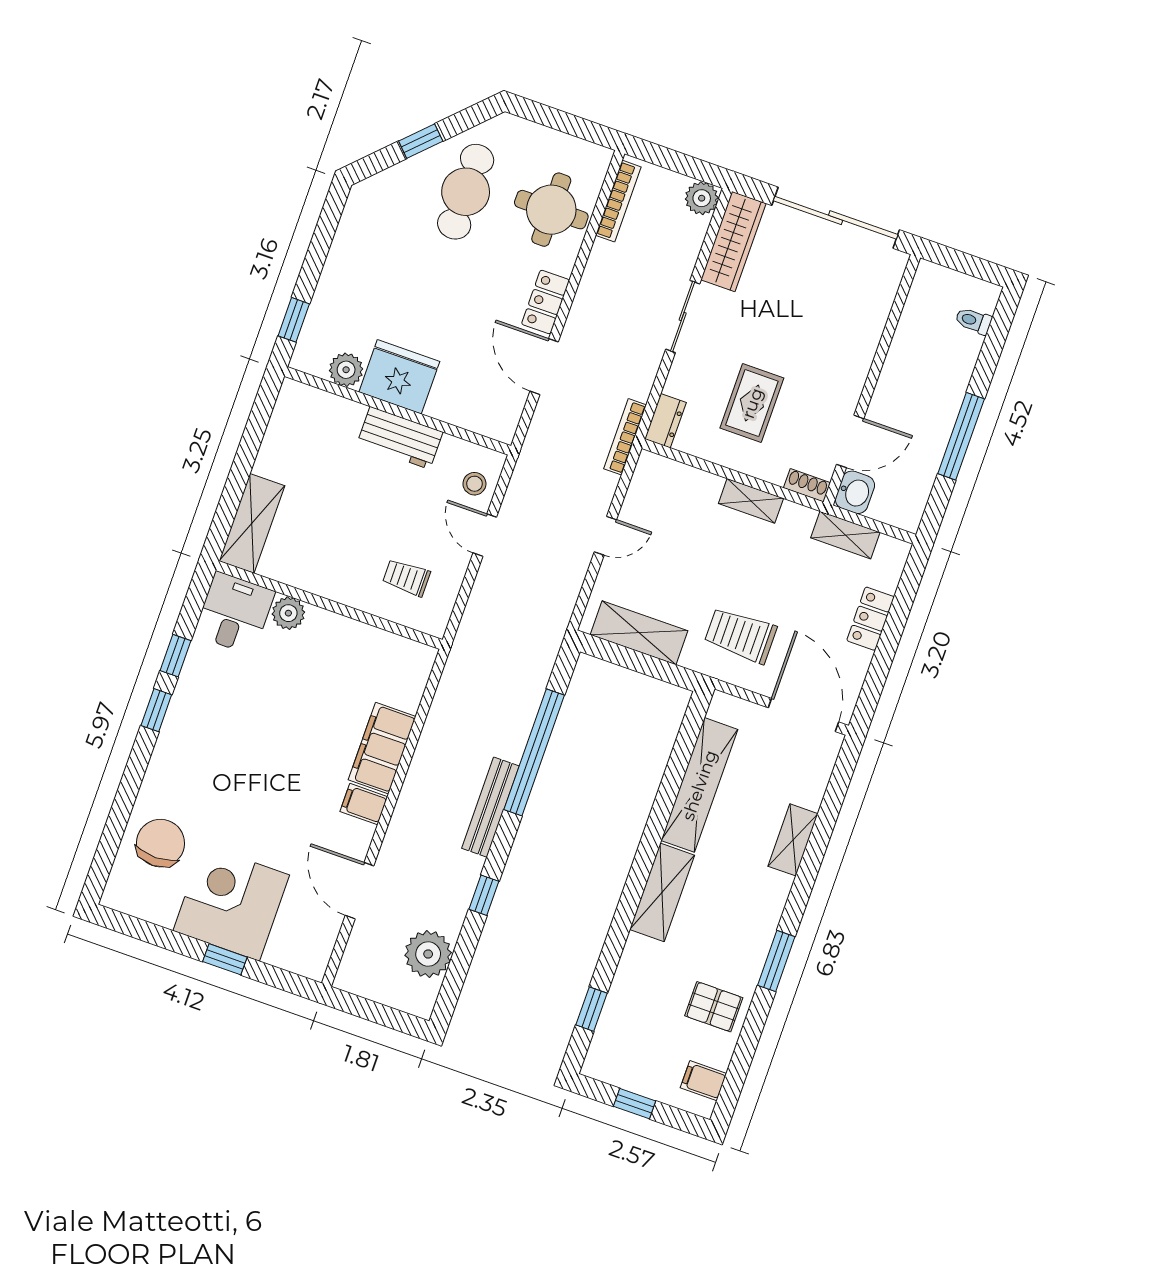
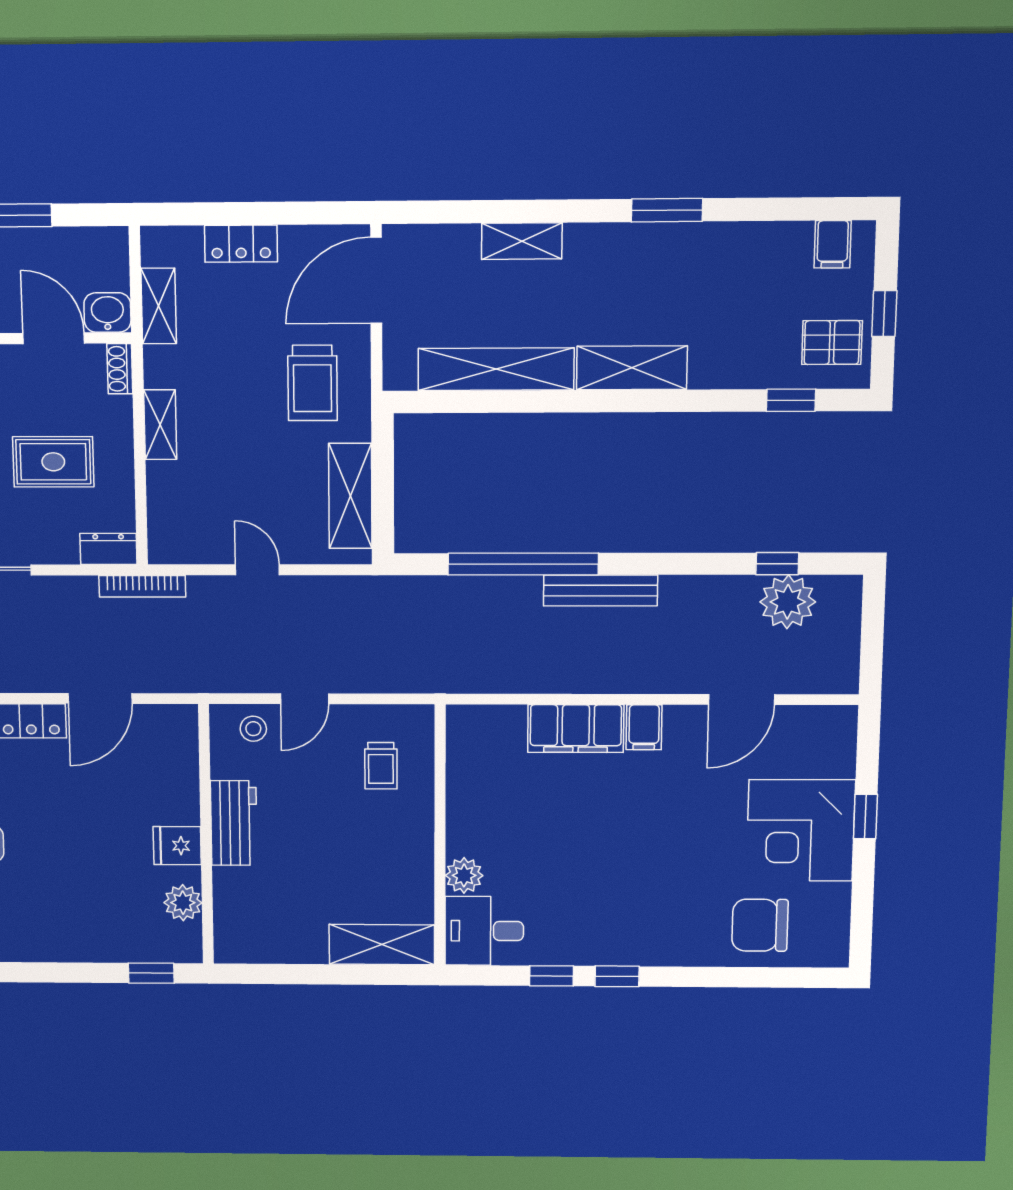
fridge: (399, 377) -> (177, 846), width x0.53, depth x0.75
window: (484, 895) -> (777, 564), moved
pallet: (714, 1007) -> (832, 342), moved, turned 90

